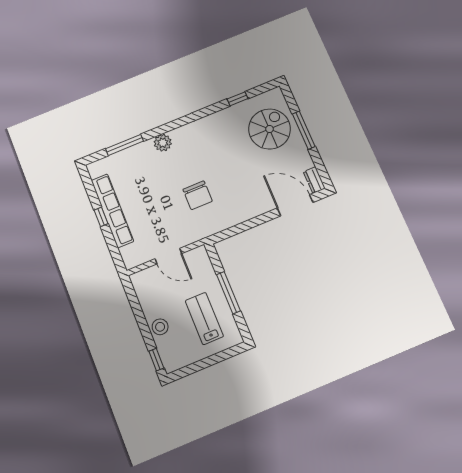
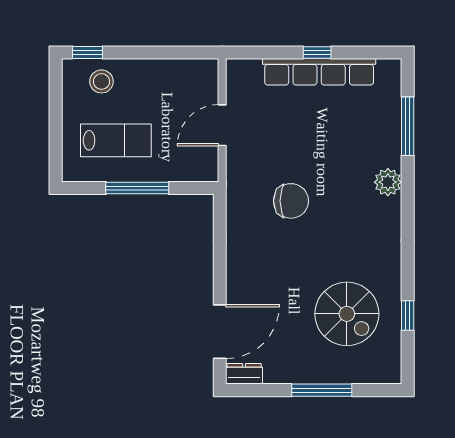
spiral stairs: (269, 129) -> (347, 314), moved
chair: (198, 195) -> (291, 201), turned 180
stool: (160, 327) -> (101, 81), moved

